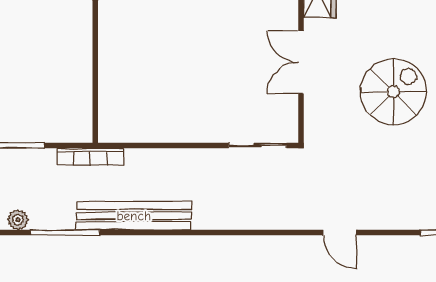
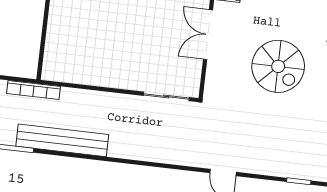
spiral stairs: (393, 92) -> (278, 66), turned 90

